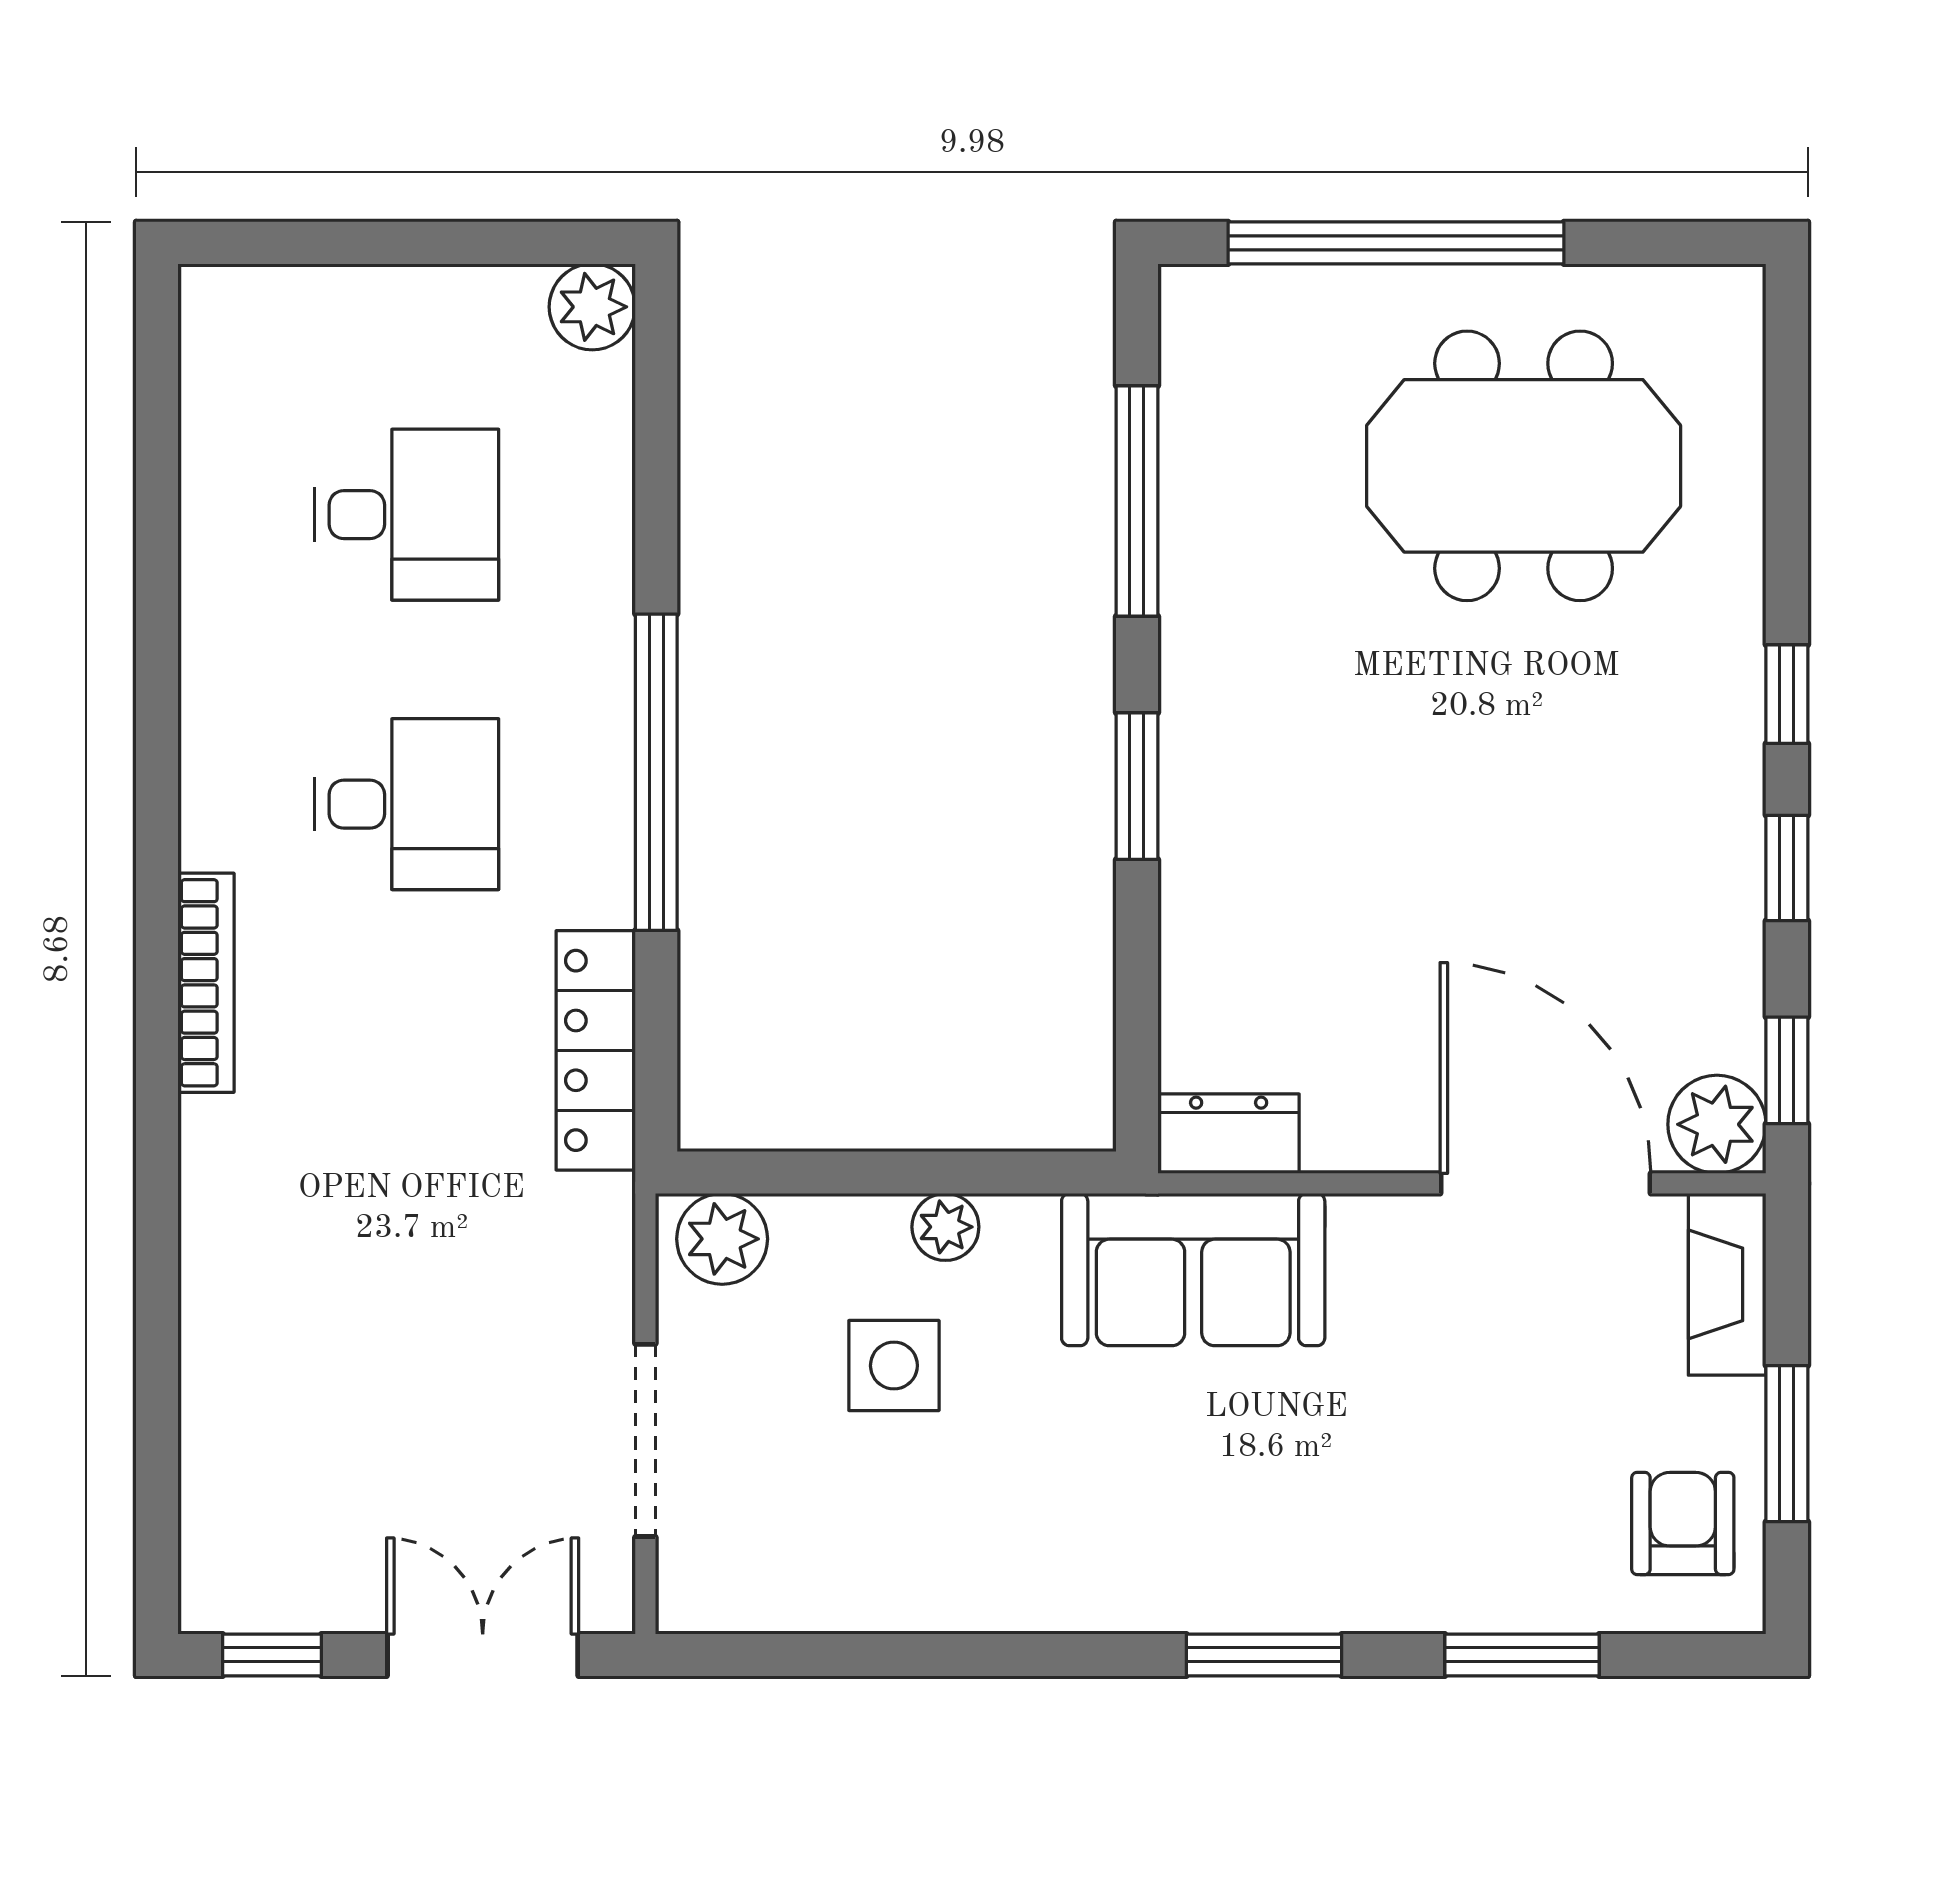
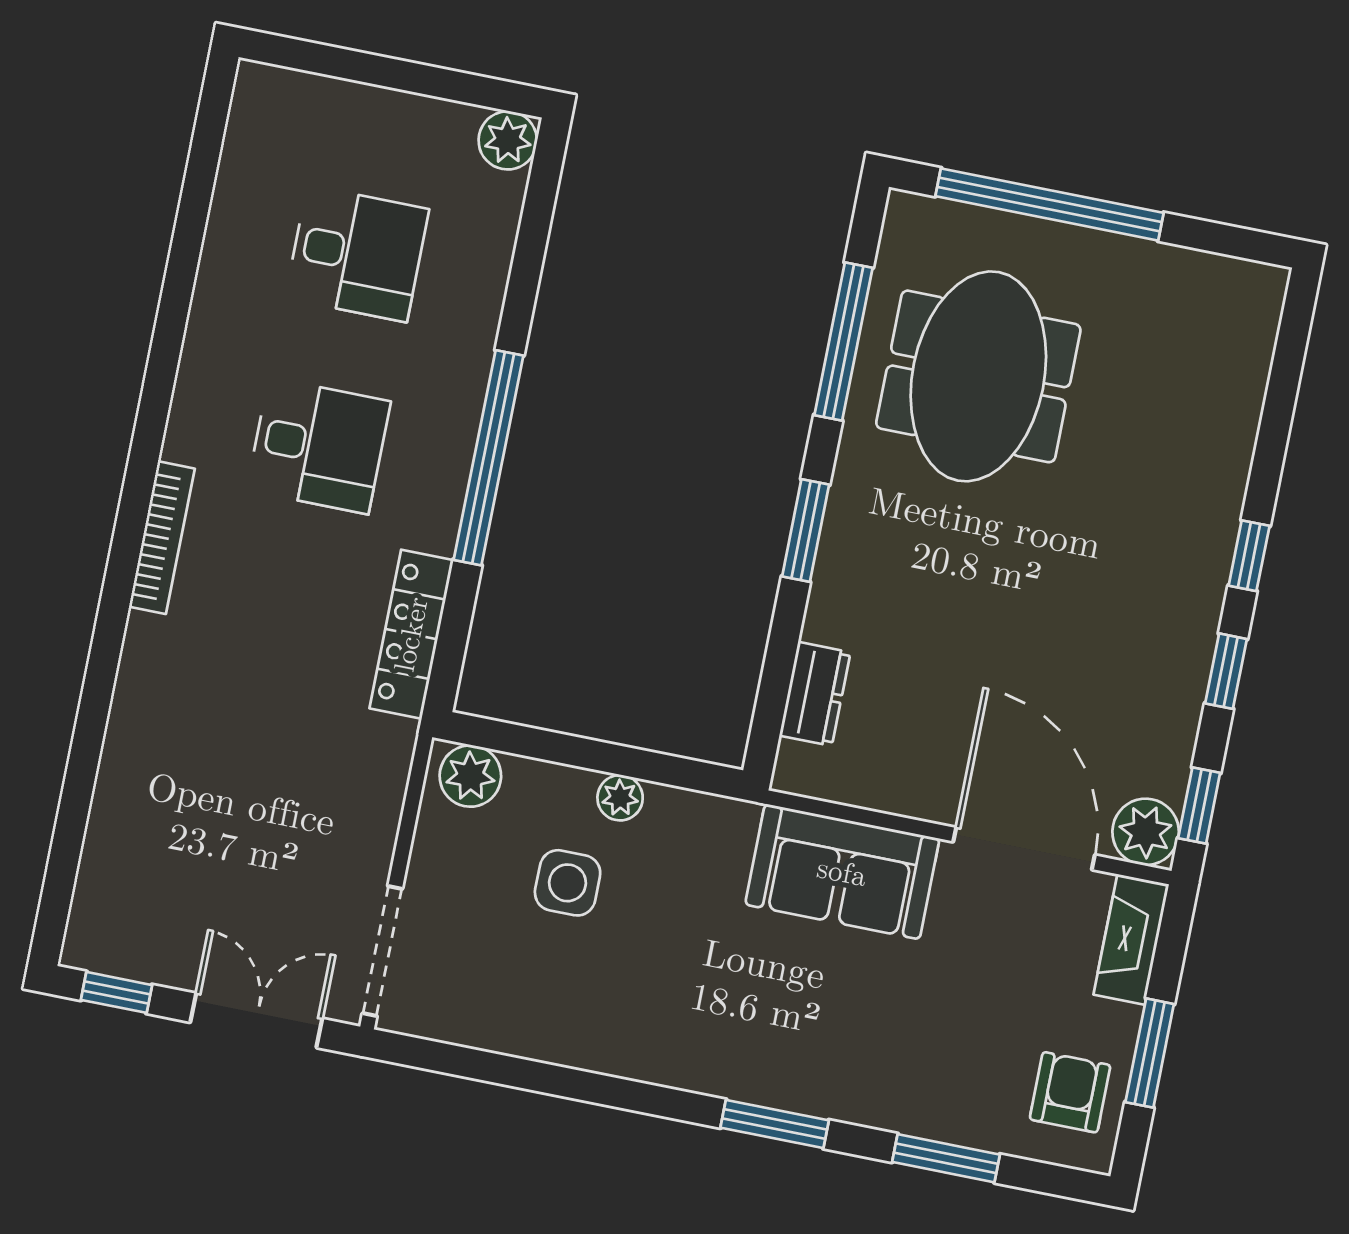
meeting table: (1524, 466) -> (978, 376), moved, turned 90
dresser: (1229, 1134) -> (815, 694), moved, turned 90
sofa: (1193, 1270) -> (842, 872), moved
doorway: (645, 1440) -> (382, 951), moved

